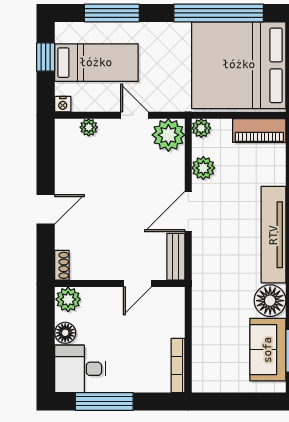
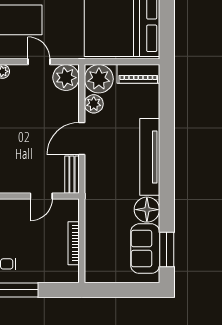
plant: (201, 128) -> (99, 79), width x1.88, depth x1.88
bookcase: (178, 365) -> (74, 243), moved

